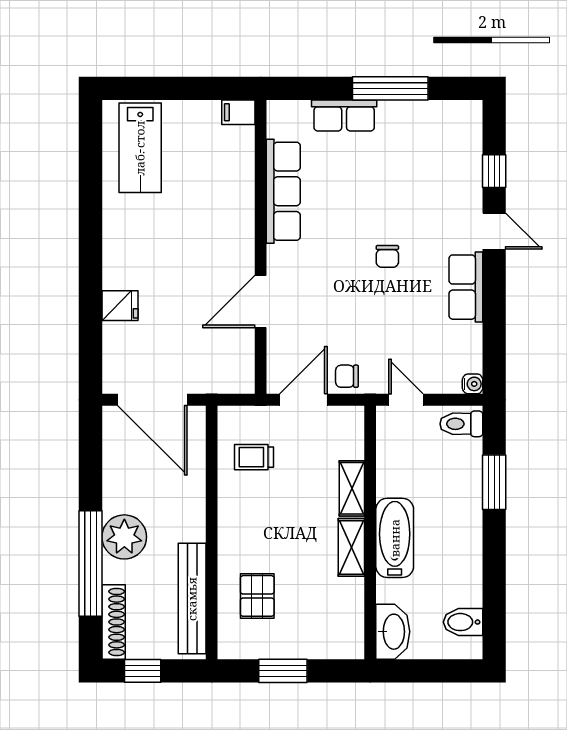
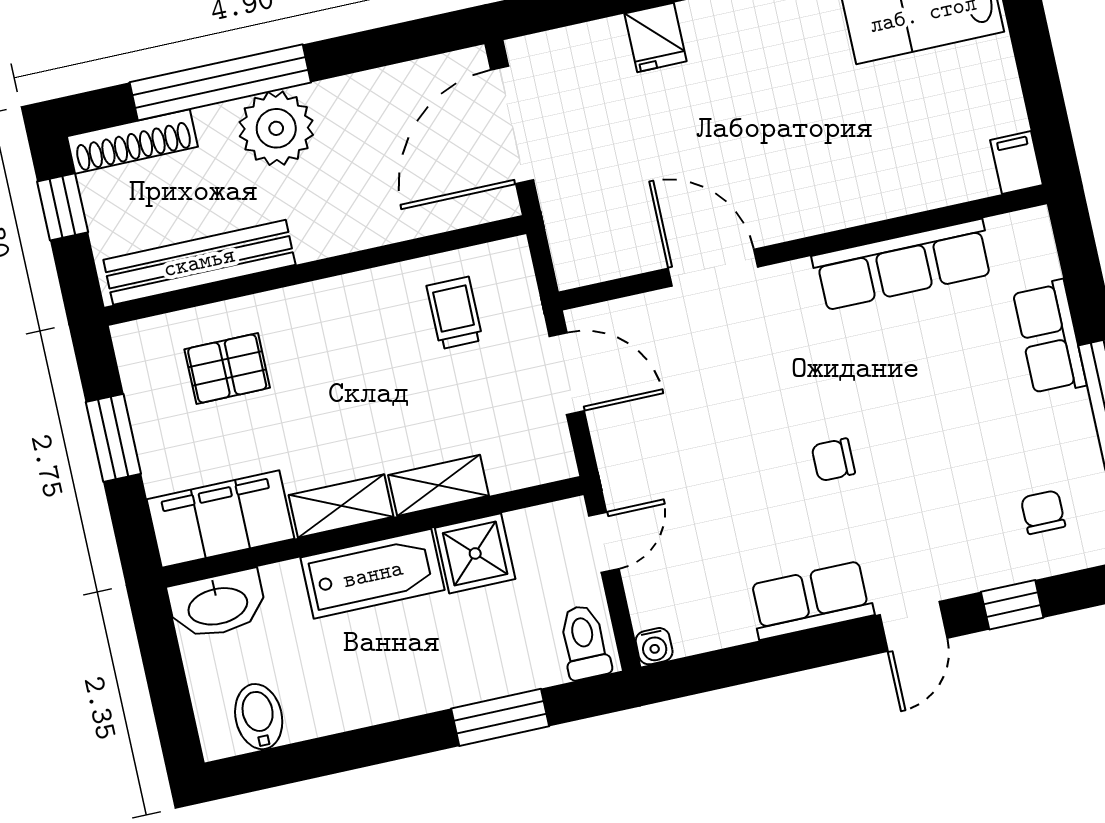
chair: (347, 376) -> (1043, 512), moved
shower: (396, 476) -> (475, 553), added
filing cabinet: (344, 619) -> (220, 519), added

